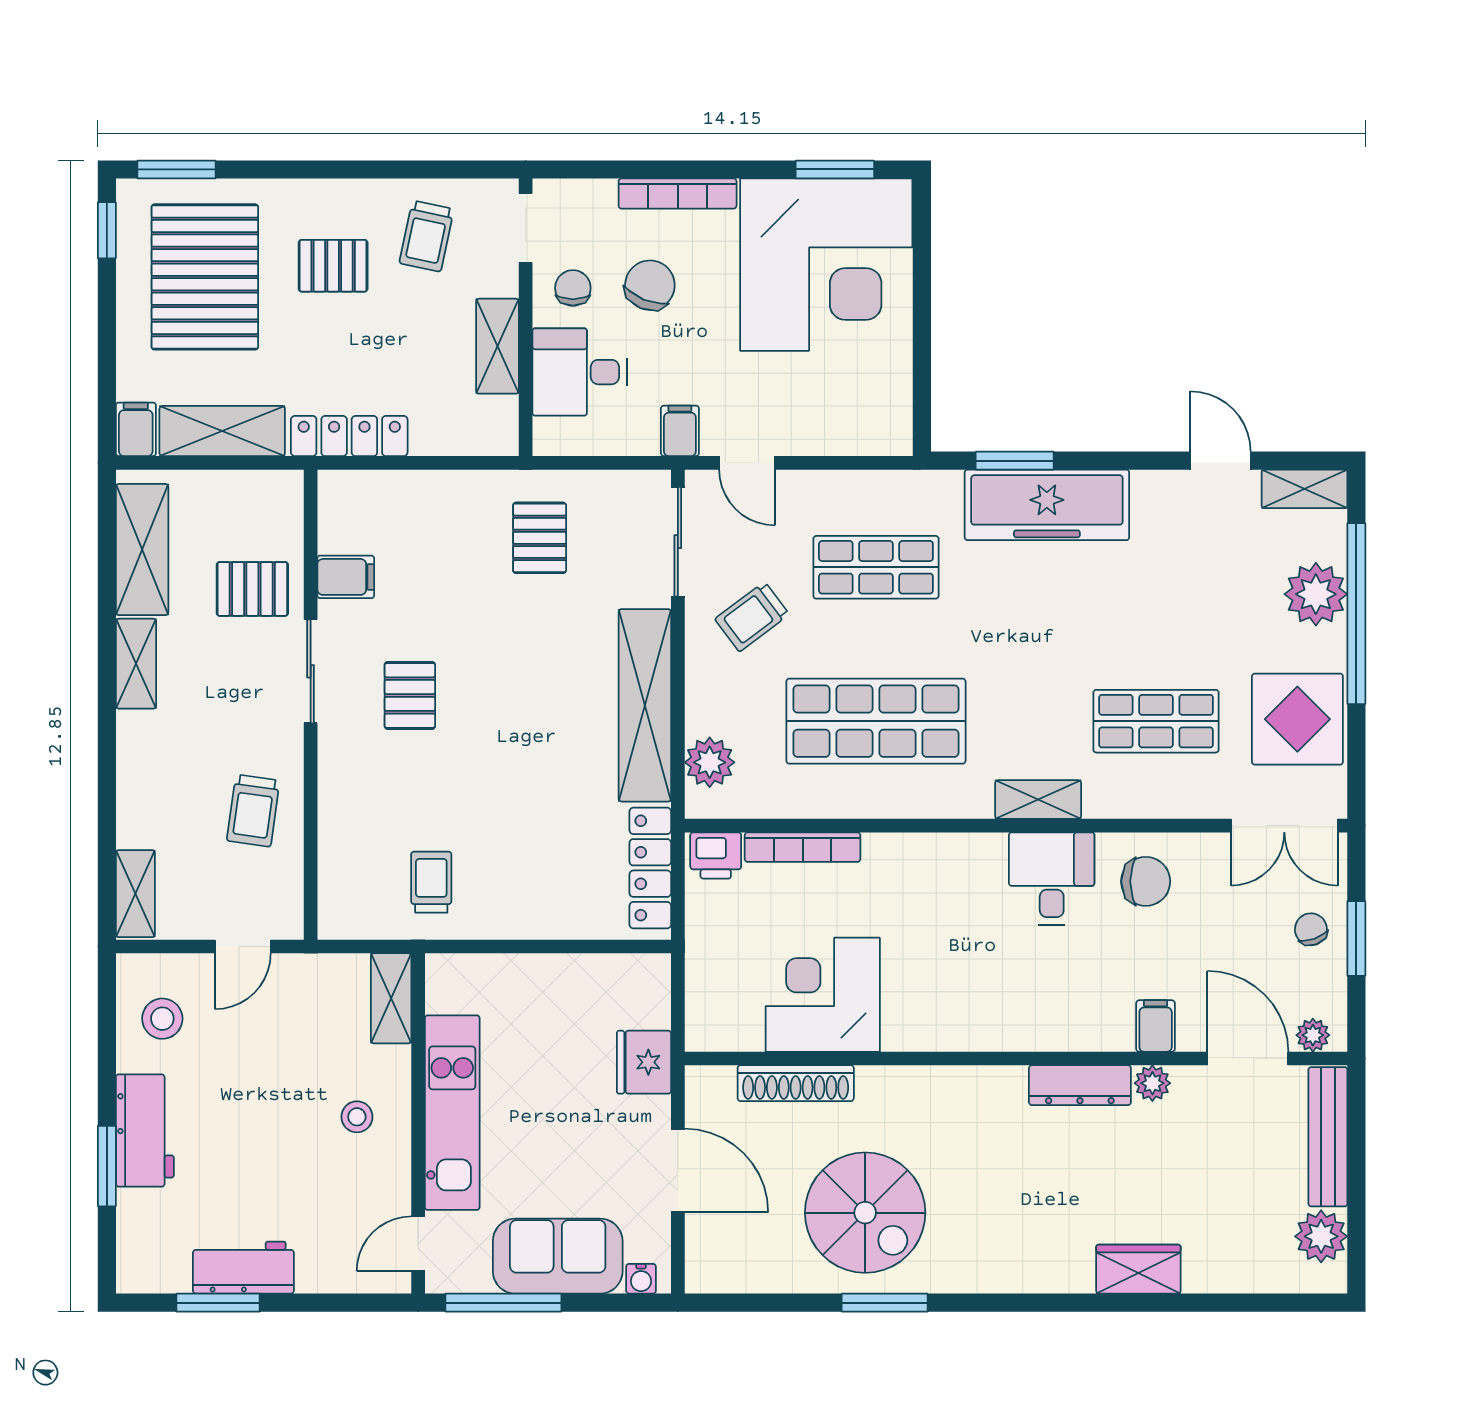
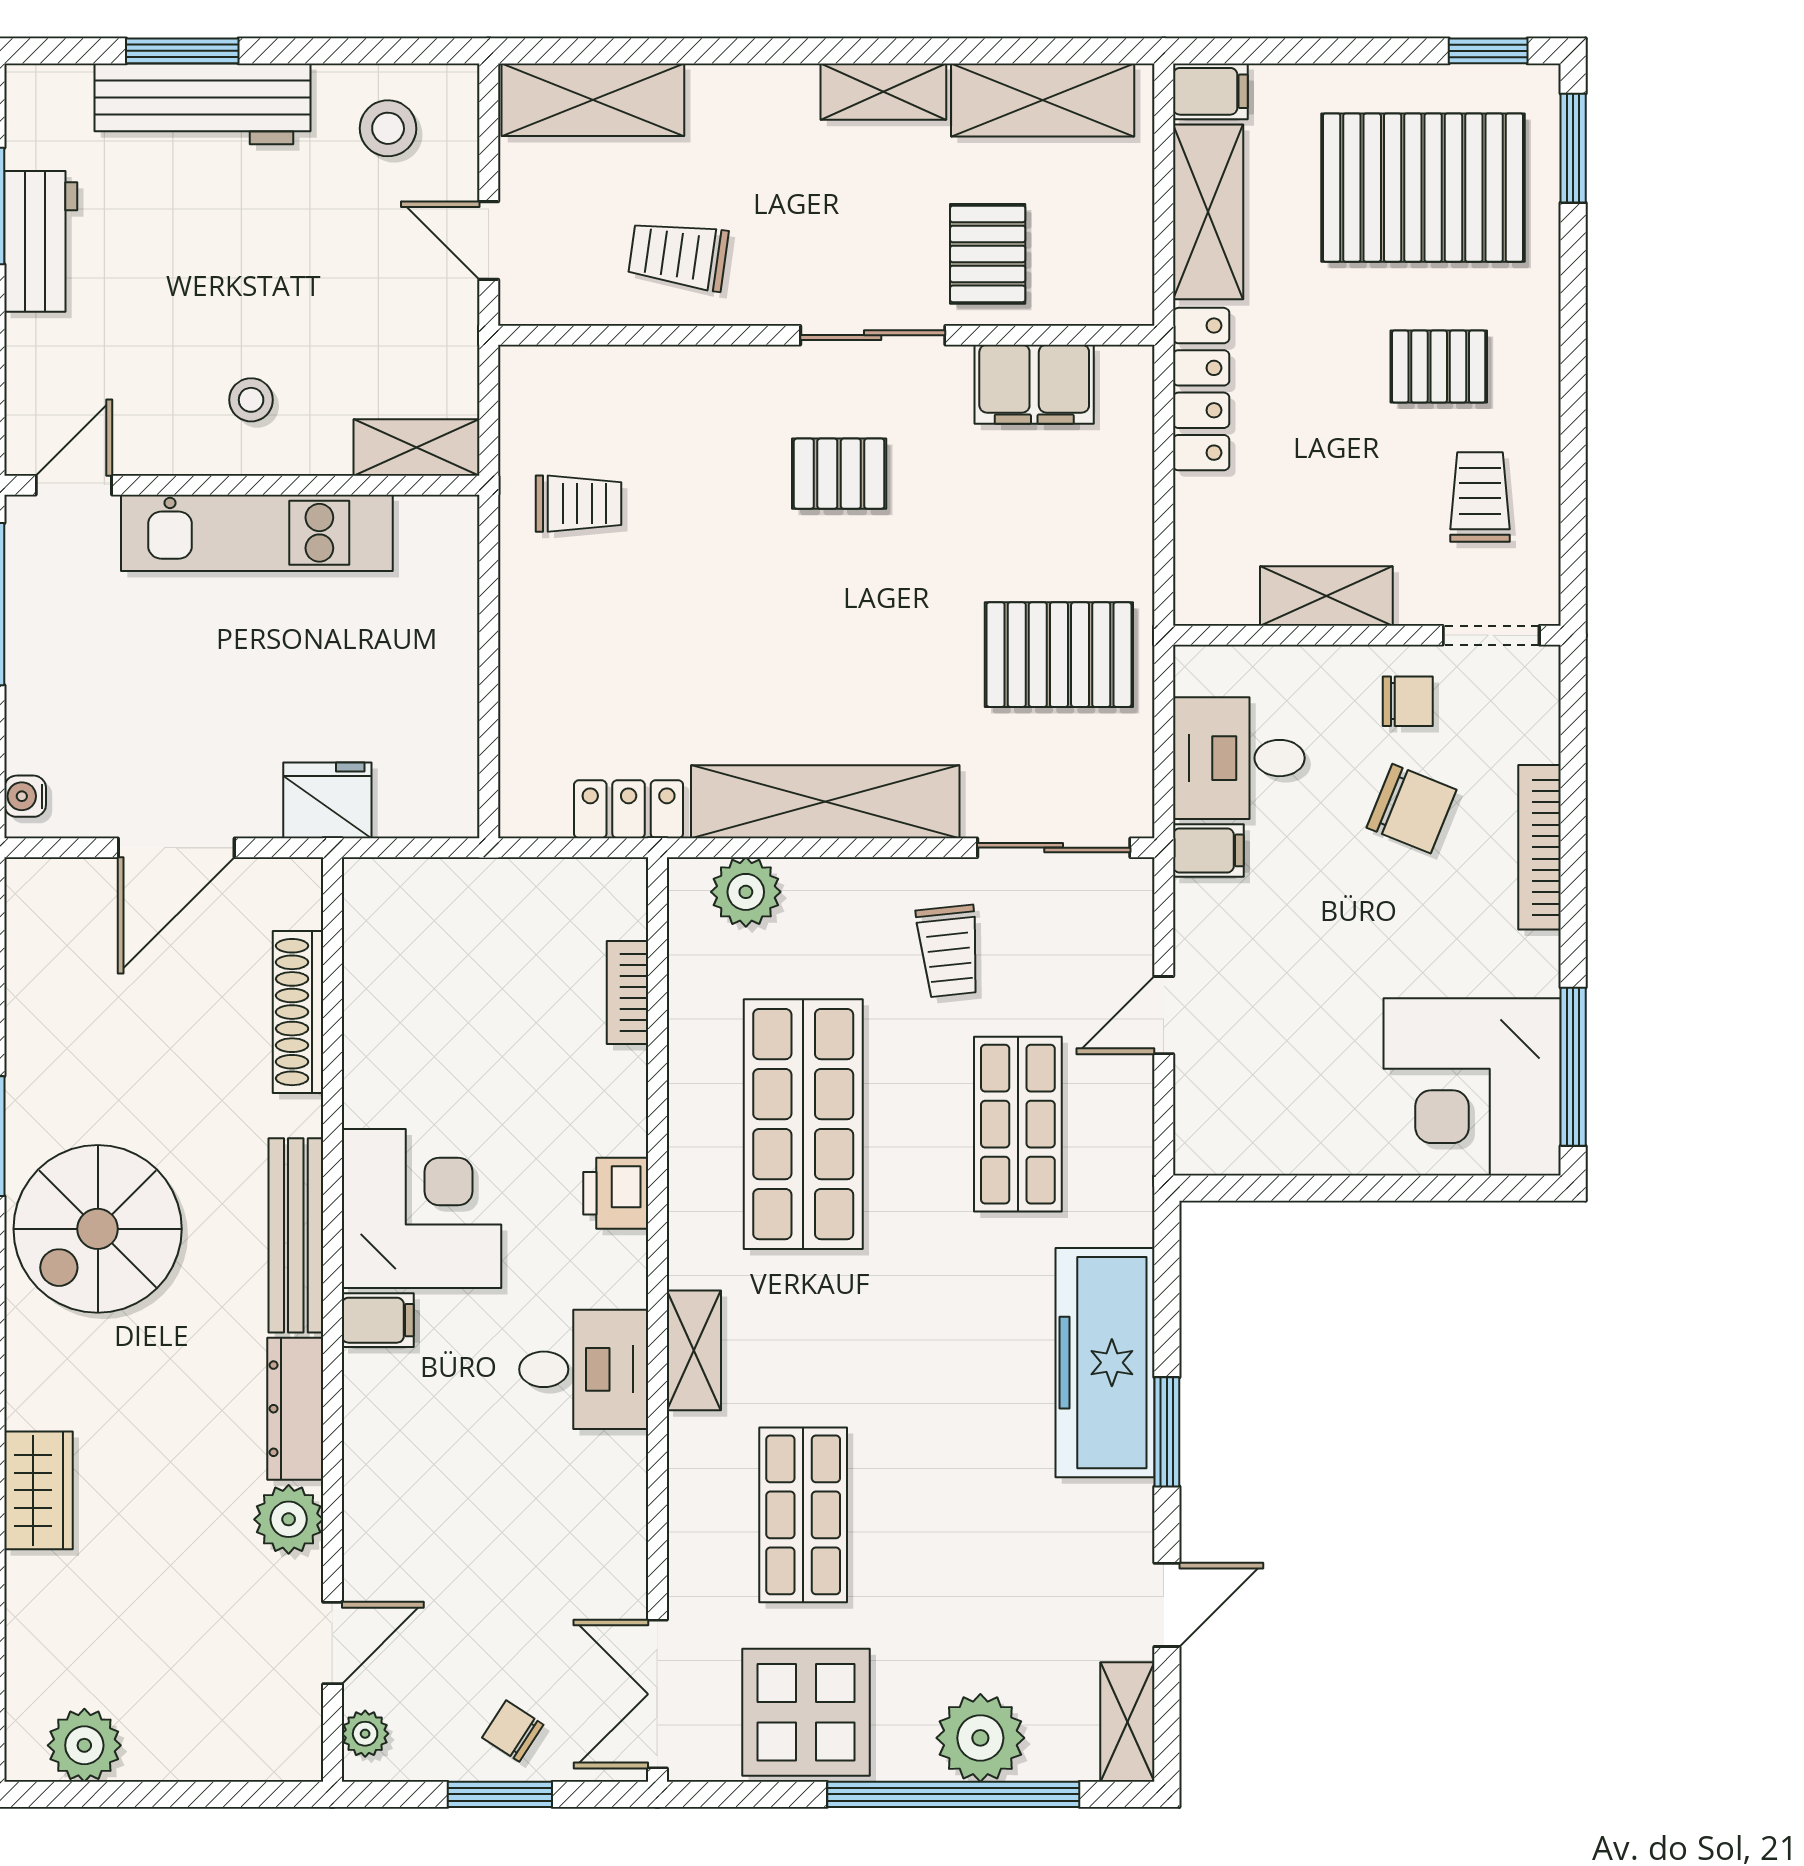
window: (835, 169) -> (1573, 1067), width x1.44
trolley: (427, 236) -> (1480, 497), turned 78
corner desk: (826, 265) -> (1472, 1087), width x0.74, depth x0.74
pallet: (333, 266) -> (1439, 367), turned 90
desk: (579, 372) -> (1239, 758), moved, turned -90
window: (1015, 461) -> (1167, 1432), moved
door: (747, 463) -> (1164, 1015), moved
pallet: (540, 538) -> (1059, 655), width x1.50, depth x1.42
filing cabinet: (346, 577) -> (1034, 384), width x2.00
trolley: (752, 617) -> (949, 951), turned -149
bookcase: (803, 847) -> (627, 993), width x0.64
printer: (716, 855) -> (616, 1193), moved
locker: (650, 868) -> (629, 809), width x0.66
chair: (1146, 881) -> (580, 1500), removed
shelving: (135, 894) -> (593, 100), width x1.50, depth x1.33
chair: (1311, 929) -> (513, 1731), turned -127
corner desk: (823, 995) -> (421, 1209), moved
filing cabinet: (1156, 1026) -> (378, 1320), moved
door: (1248, 1058) -> (332, 1643), width x0.73
plant: (1152, 1083) -> (289, 1519), width x1.38, depth x1.38
workbench: (145, 1131) -> (203, 104), width x1.37
bench: (1328, 1137) -> (296, 1235), moved, turned 90
spiral stairs: (865, 1213) -> (98, 1229), moved
door: (418, 1244) -> (74, 485), hinge flipped
sofa: (558, 1256) -> (57, 680), removed

